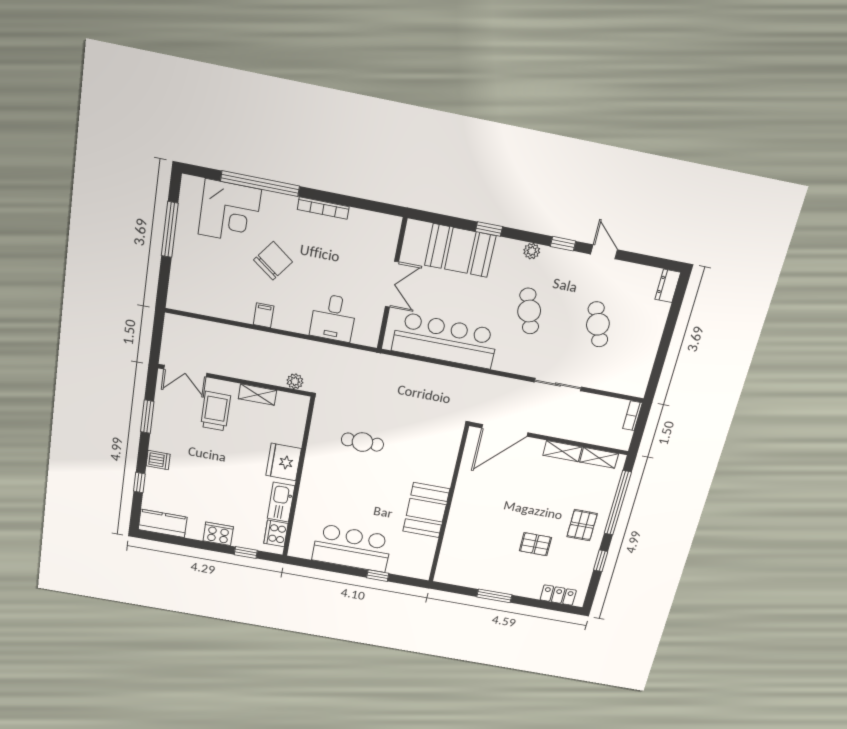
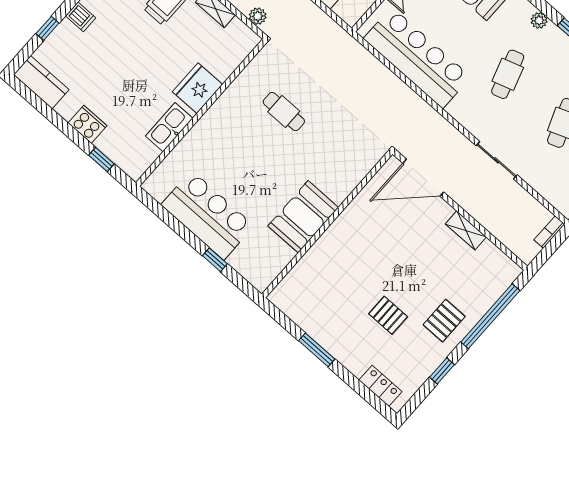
shelving: (599, 458) -> (497, 258), removed
cooker: (276, 533) -> (144, 157), removed

